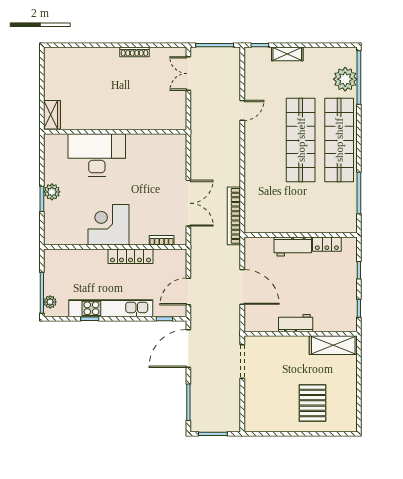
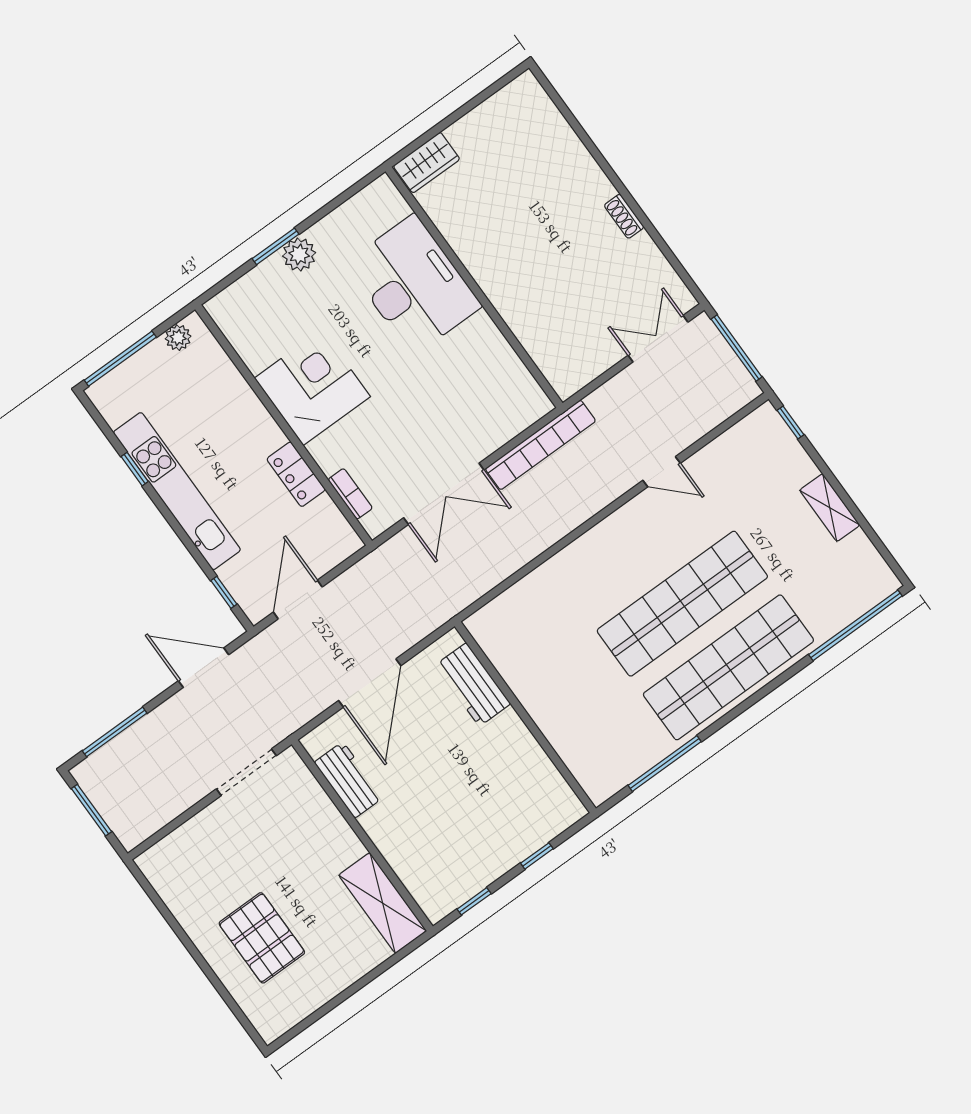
shoe rack: (134, 52) -> (624, 216), width x0.70
shelving: (287, 54) -> (830, 508), moved
plant: (345, 79) -> (836, 605), removed
bookcase: (234, 216) -> (540, 445), moved, turned 180
locker: (327, 244) -> (542, 772), removed
workbench: (293, 246) -> (473, 685), moved
locker: (131, 256) -> (296, 474), width x0.66
door: (188, 292) -> (298, 600), hinge flipped
plant: (50, 302) -> (178, 338), moved
workbench: (296, 323) -> (349, 780), moved
door: (188, 348) -> (204, 668), width x0.73
pallet: (312, 403) -> (262, 938), turned 90

